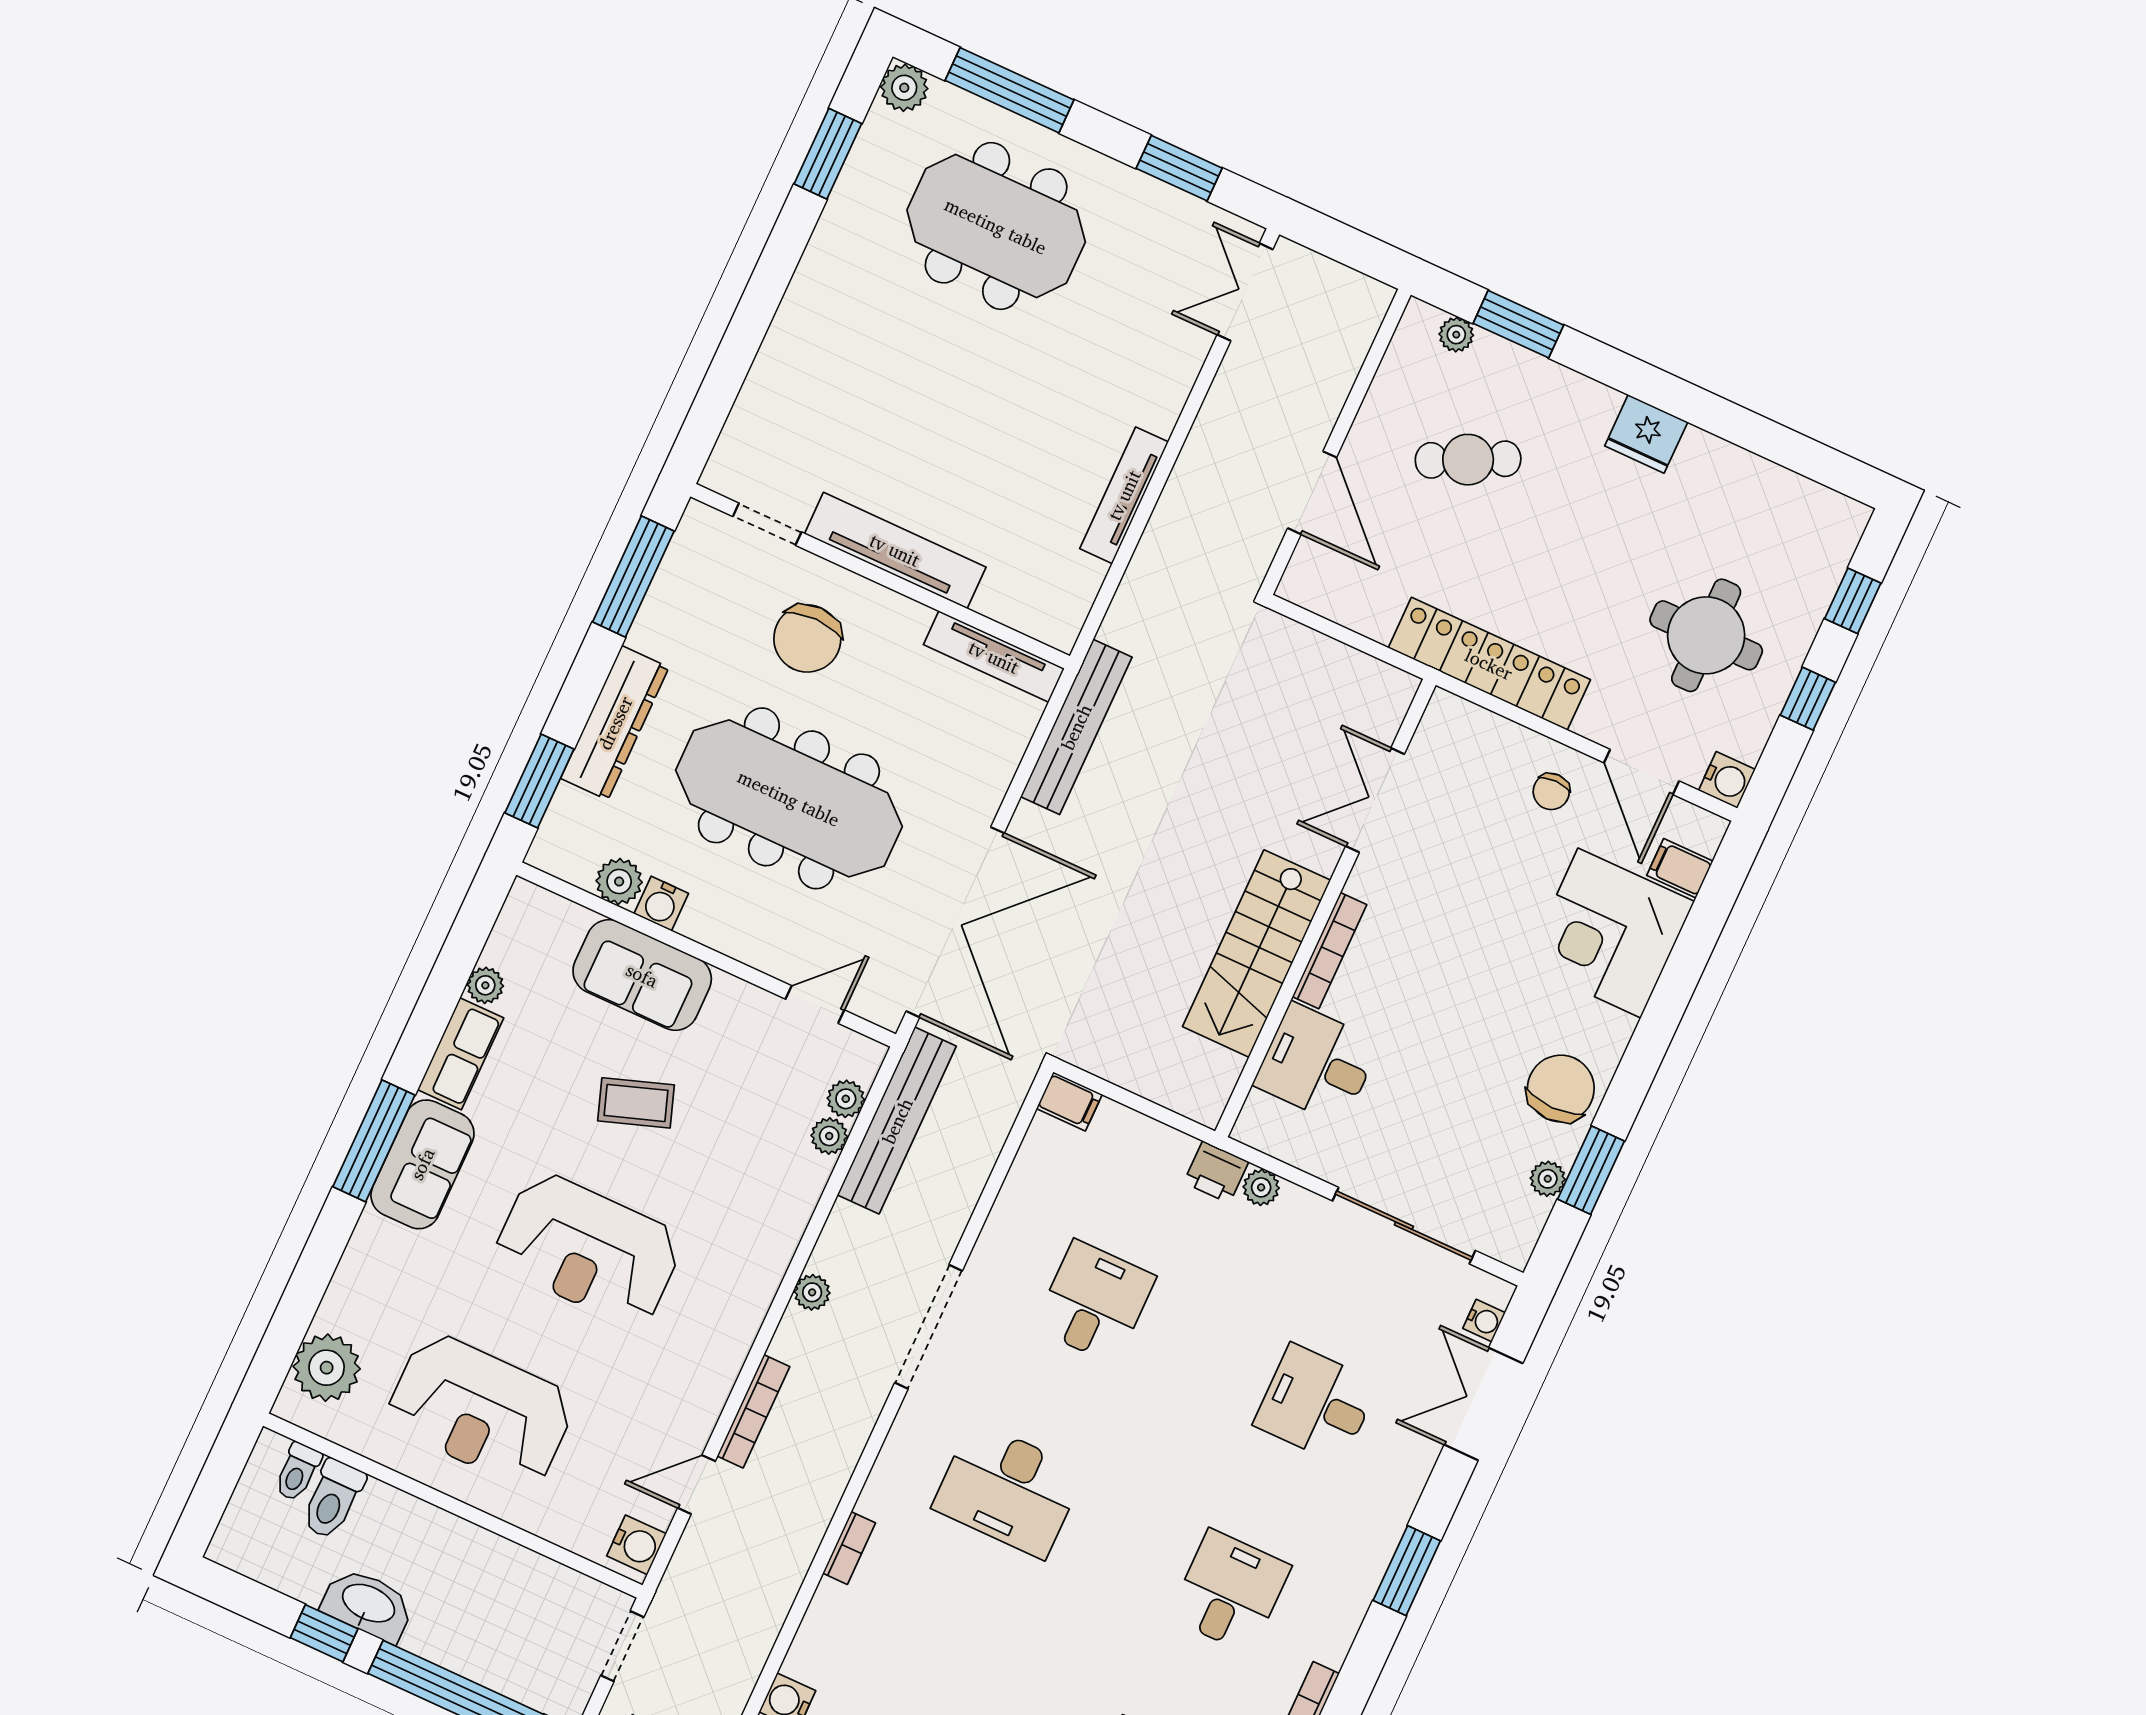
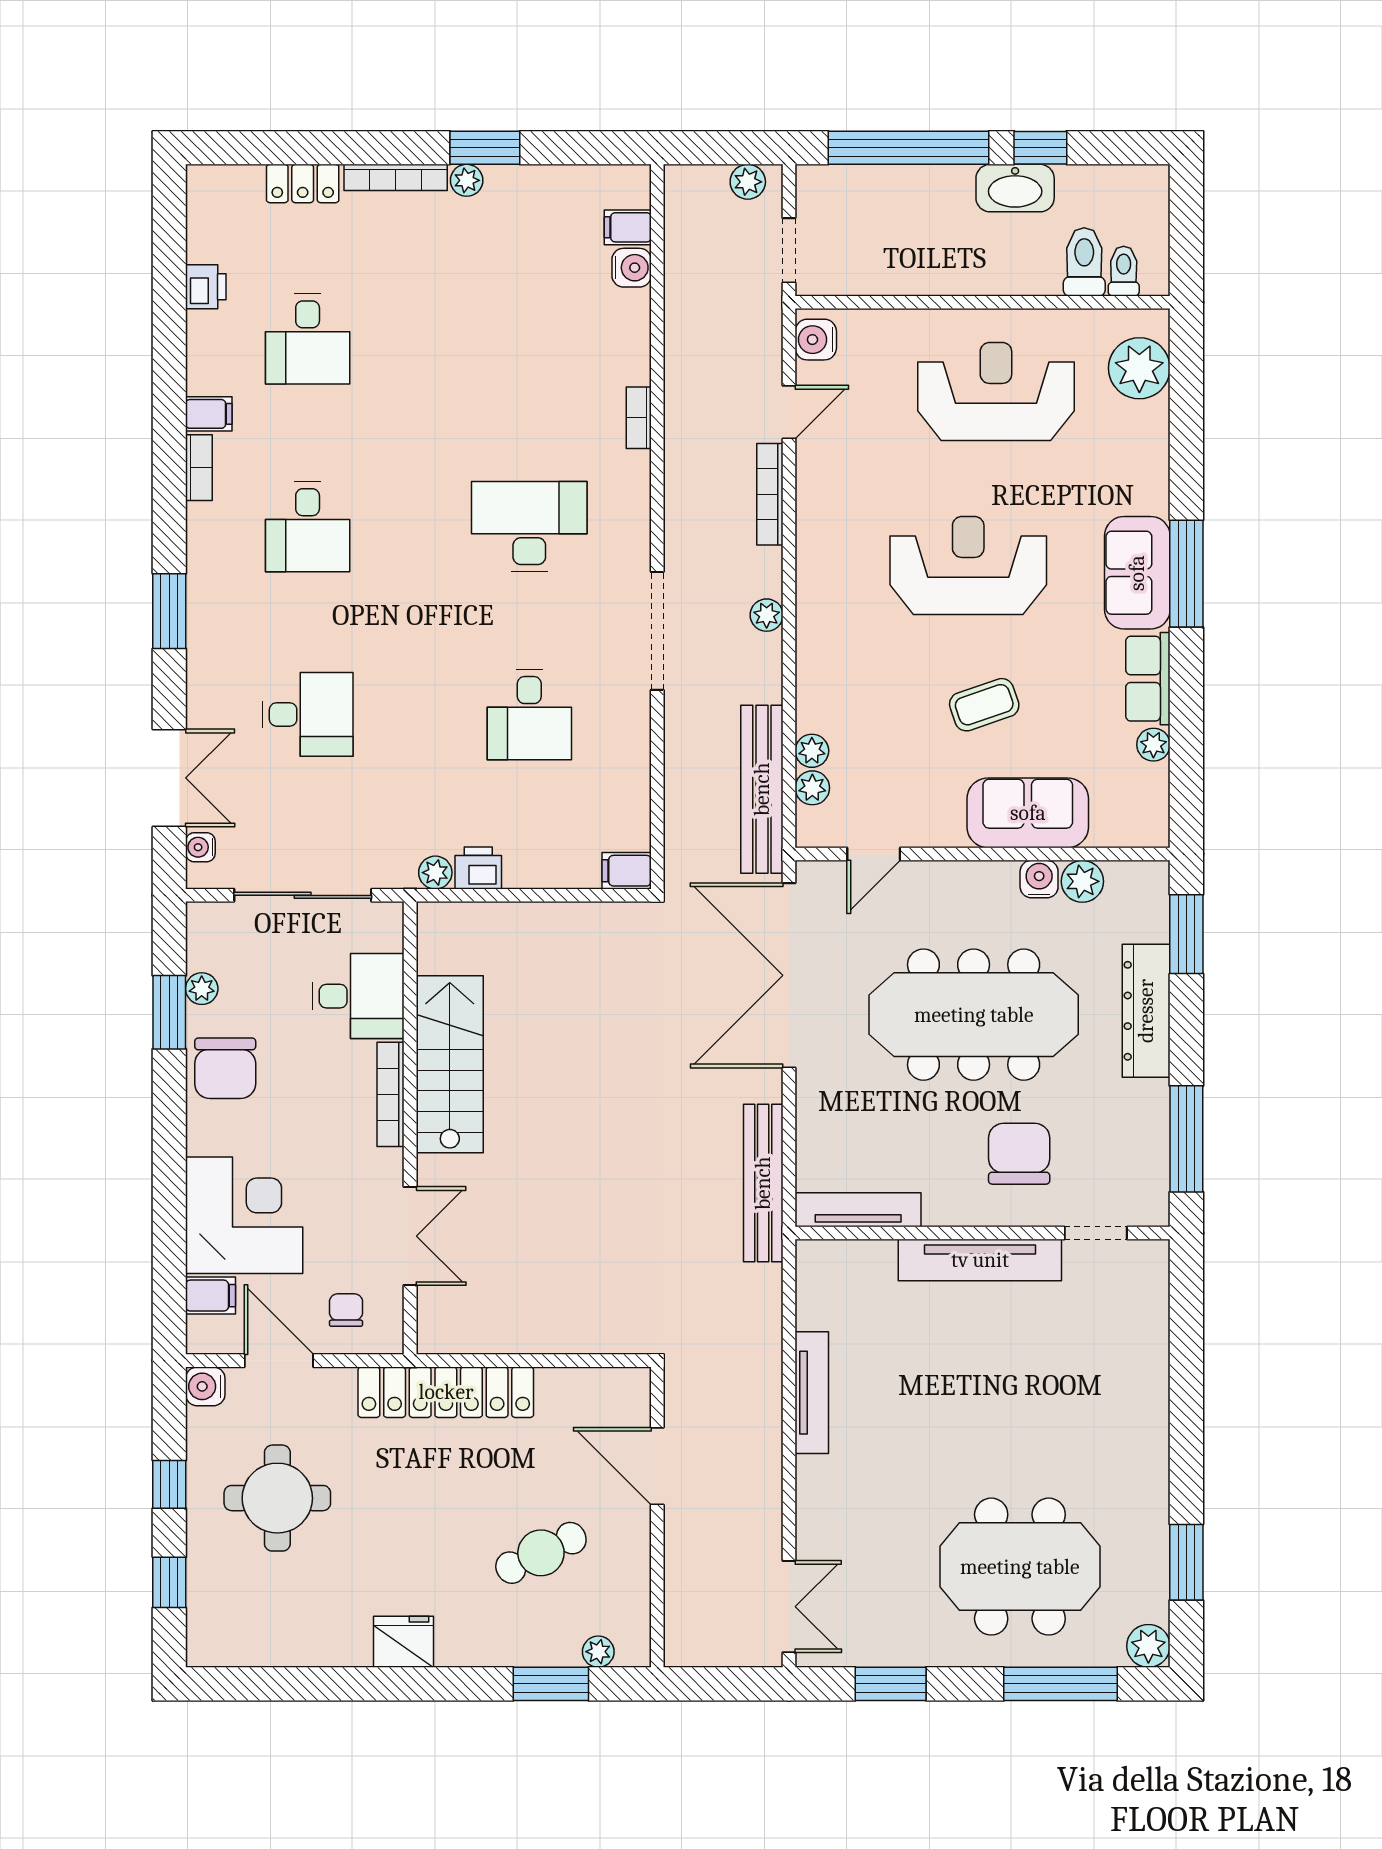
double door: (1375, 800) -> (410, 1236), moved
wall: (1325, 908) -> (410, 1128), moved
bookcase: (1329, 951) -> (391, 1094), moved
stairs: (1257, 953) -> (450, 1064), moved
desk: (1317, 1064) -> (358, 996), moved

